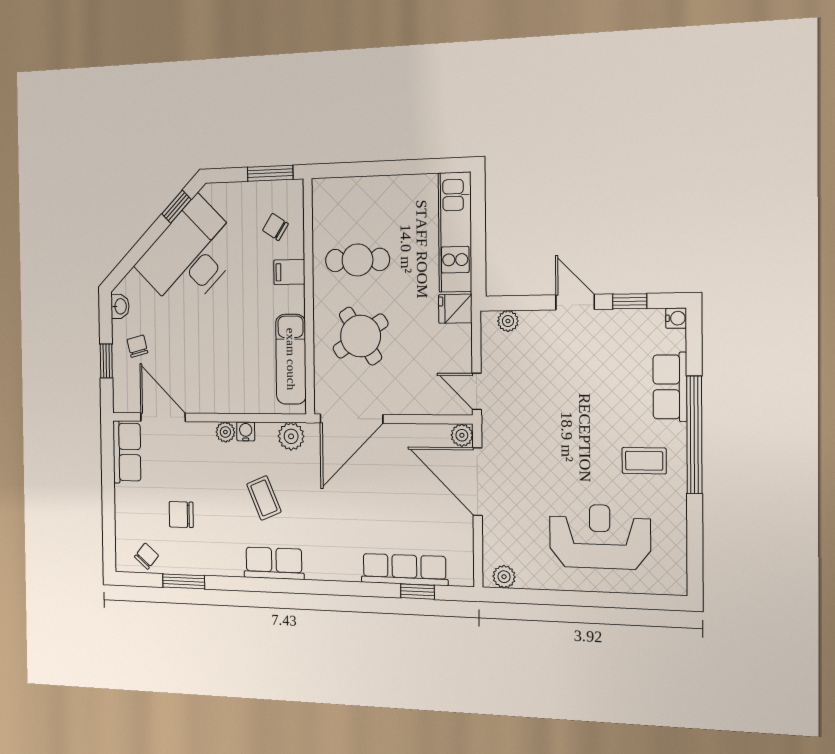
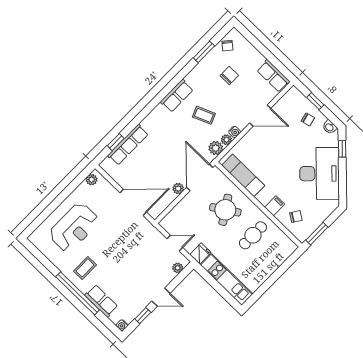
window: (176, 207) -> (342, 149), moved
door: (477, 391) -> (175, 243), moved
door: (163, 417) -> (260, 116), moved
plant: (225, 432) -> (226, 140), moved
plant: (462, 435) -> (178, 189), moved

